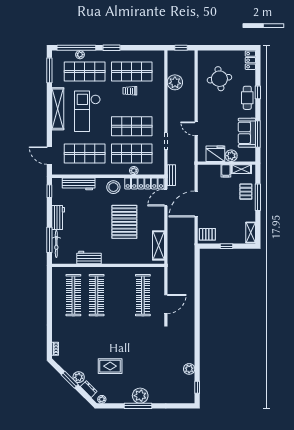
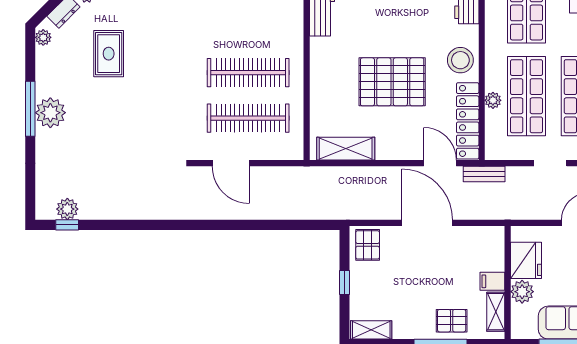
clothes rail: (97, 295) -> (248, 73), moved
plant: (189, 369) -> (67, 209), moved

